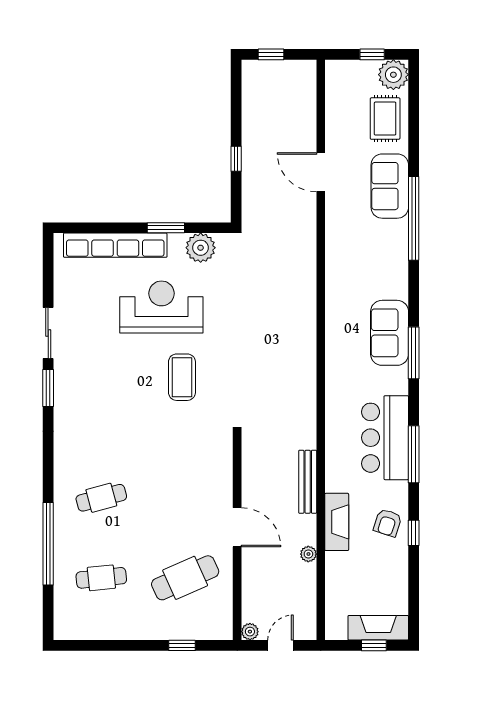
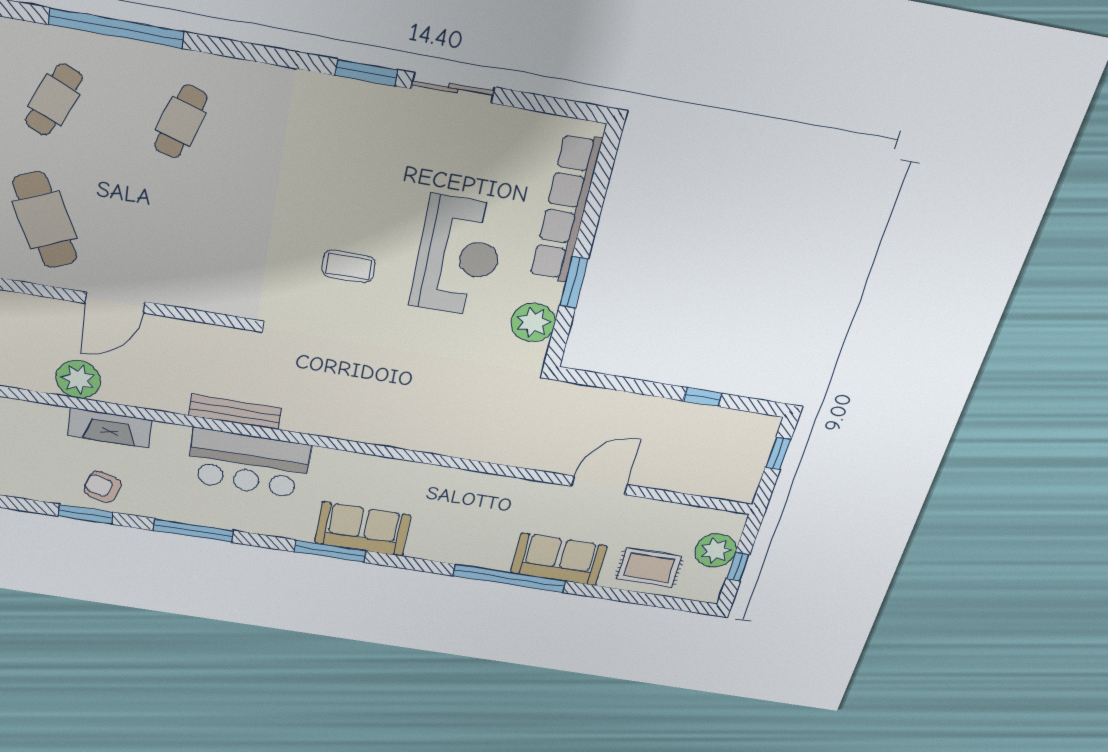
plant: (393, 75) -> (716, 550), moved
window: (236, 159) -> (703, 397), moved
coffee table: (182, 377) -> (349, 266), width x0.73, depth x0.77
bar counter: (385, 438) -> (249, 463), moved, turned 180
bench: (308, 482) -> (235, 412), moved
cafe table: (101, 498) -> (181, 122), turned 33
window: (414, 533) -> (86, 514), width x1.50
plant: (308, 554) -> (78, 379), width x1.88, depth x1.88
cafe table: (101, 578) -> (54, 100), turned 30

